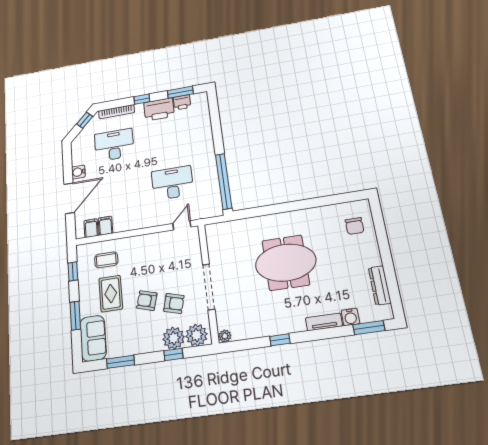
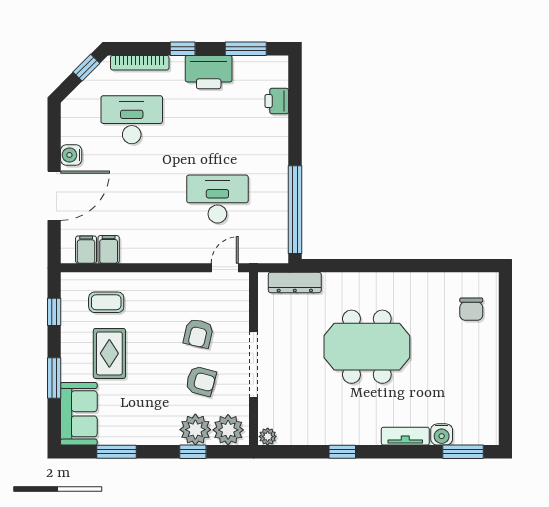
printer: (182, 102) -> (277, 101), moved, turned 90
dresser: (380, 285) -> (295, 282), moved, turned -90
armchair: (147, 301) -> (198, 333), moved, turned -93

